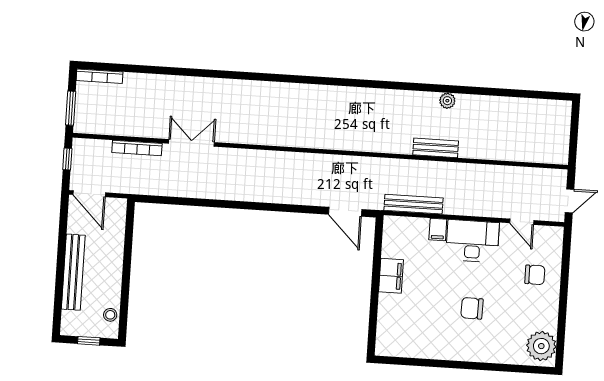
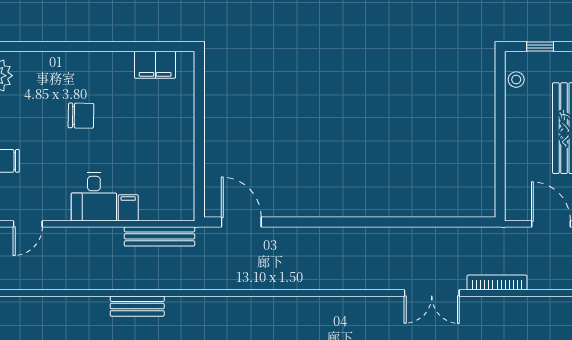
door: (522, 222) -> (28, 224), swing flipped
desk: (473, 241) -> (94, 197), width x0.73
filing cabinet: (391, 276) -> (155, 65), moved, turned -90

